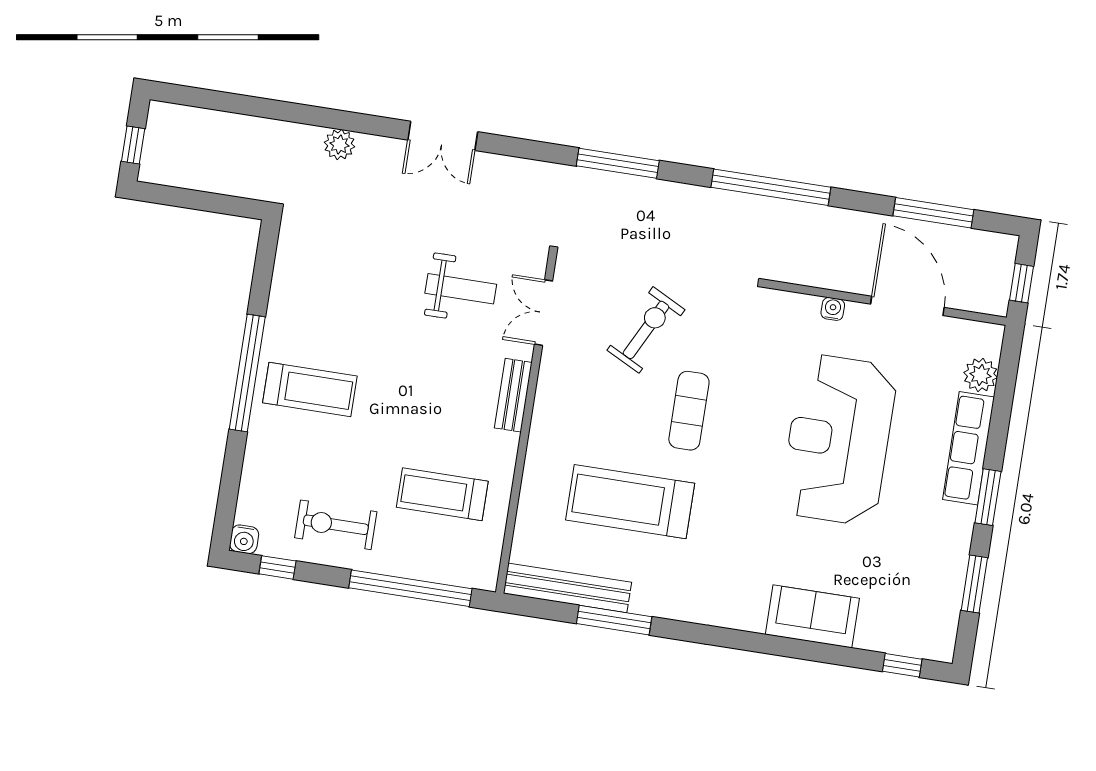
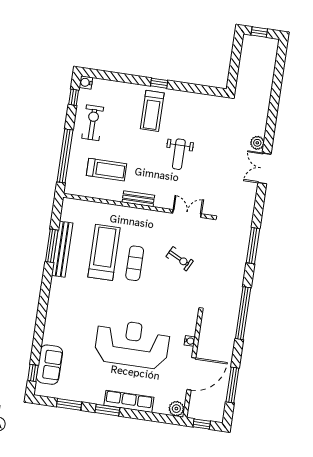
plant: (339, 145) -> (257, 143), moved
weight bench: (461, 289) -> (179, 154), moved
exercise bike: (646, 330) -> (180, 259), width x0.73, depth x0.72
window: (247, 373) -> (159, 83), width x0.32
plant: (981, 375) -> (176, 409), moved
bench: (513, 395) -> (138, 199), moved
exercise mat: (689, 411) -> (135, 263), moved, turned 90
treadmill: (442, 494) -> (107, 170), turned 90
bench: (567, 588) -> (62, 249), moved
sofa: (812, 616) -> (49, 365), moved

